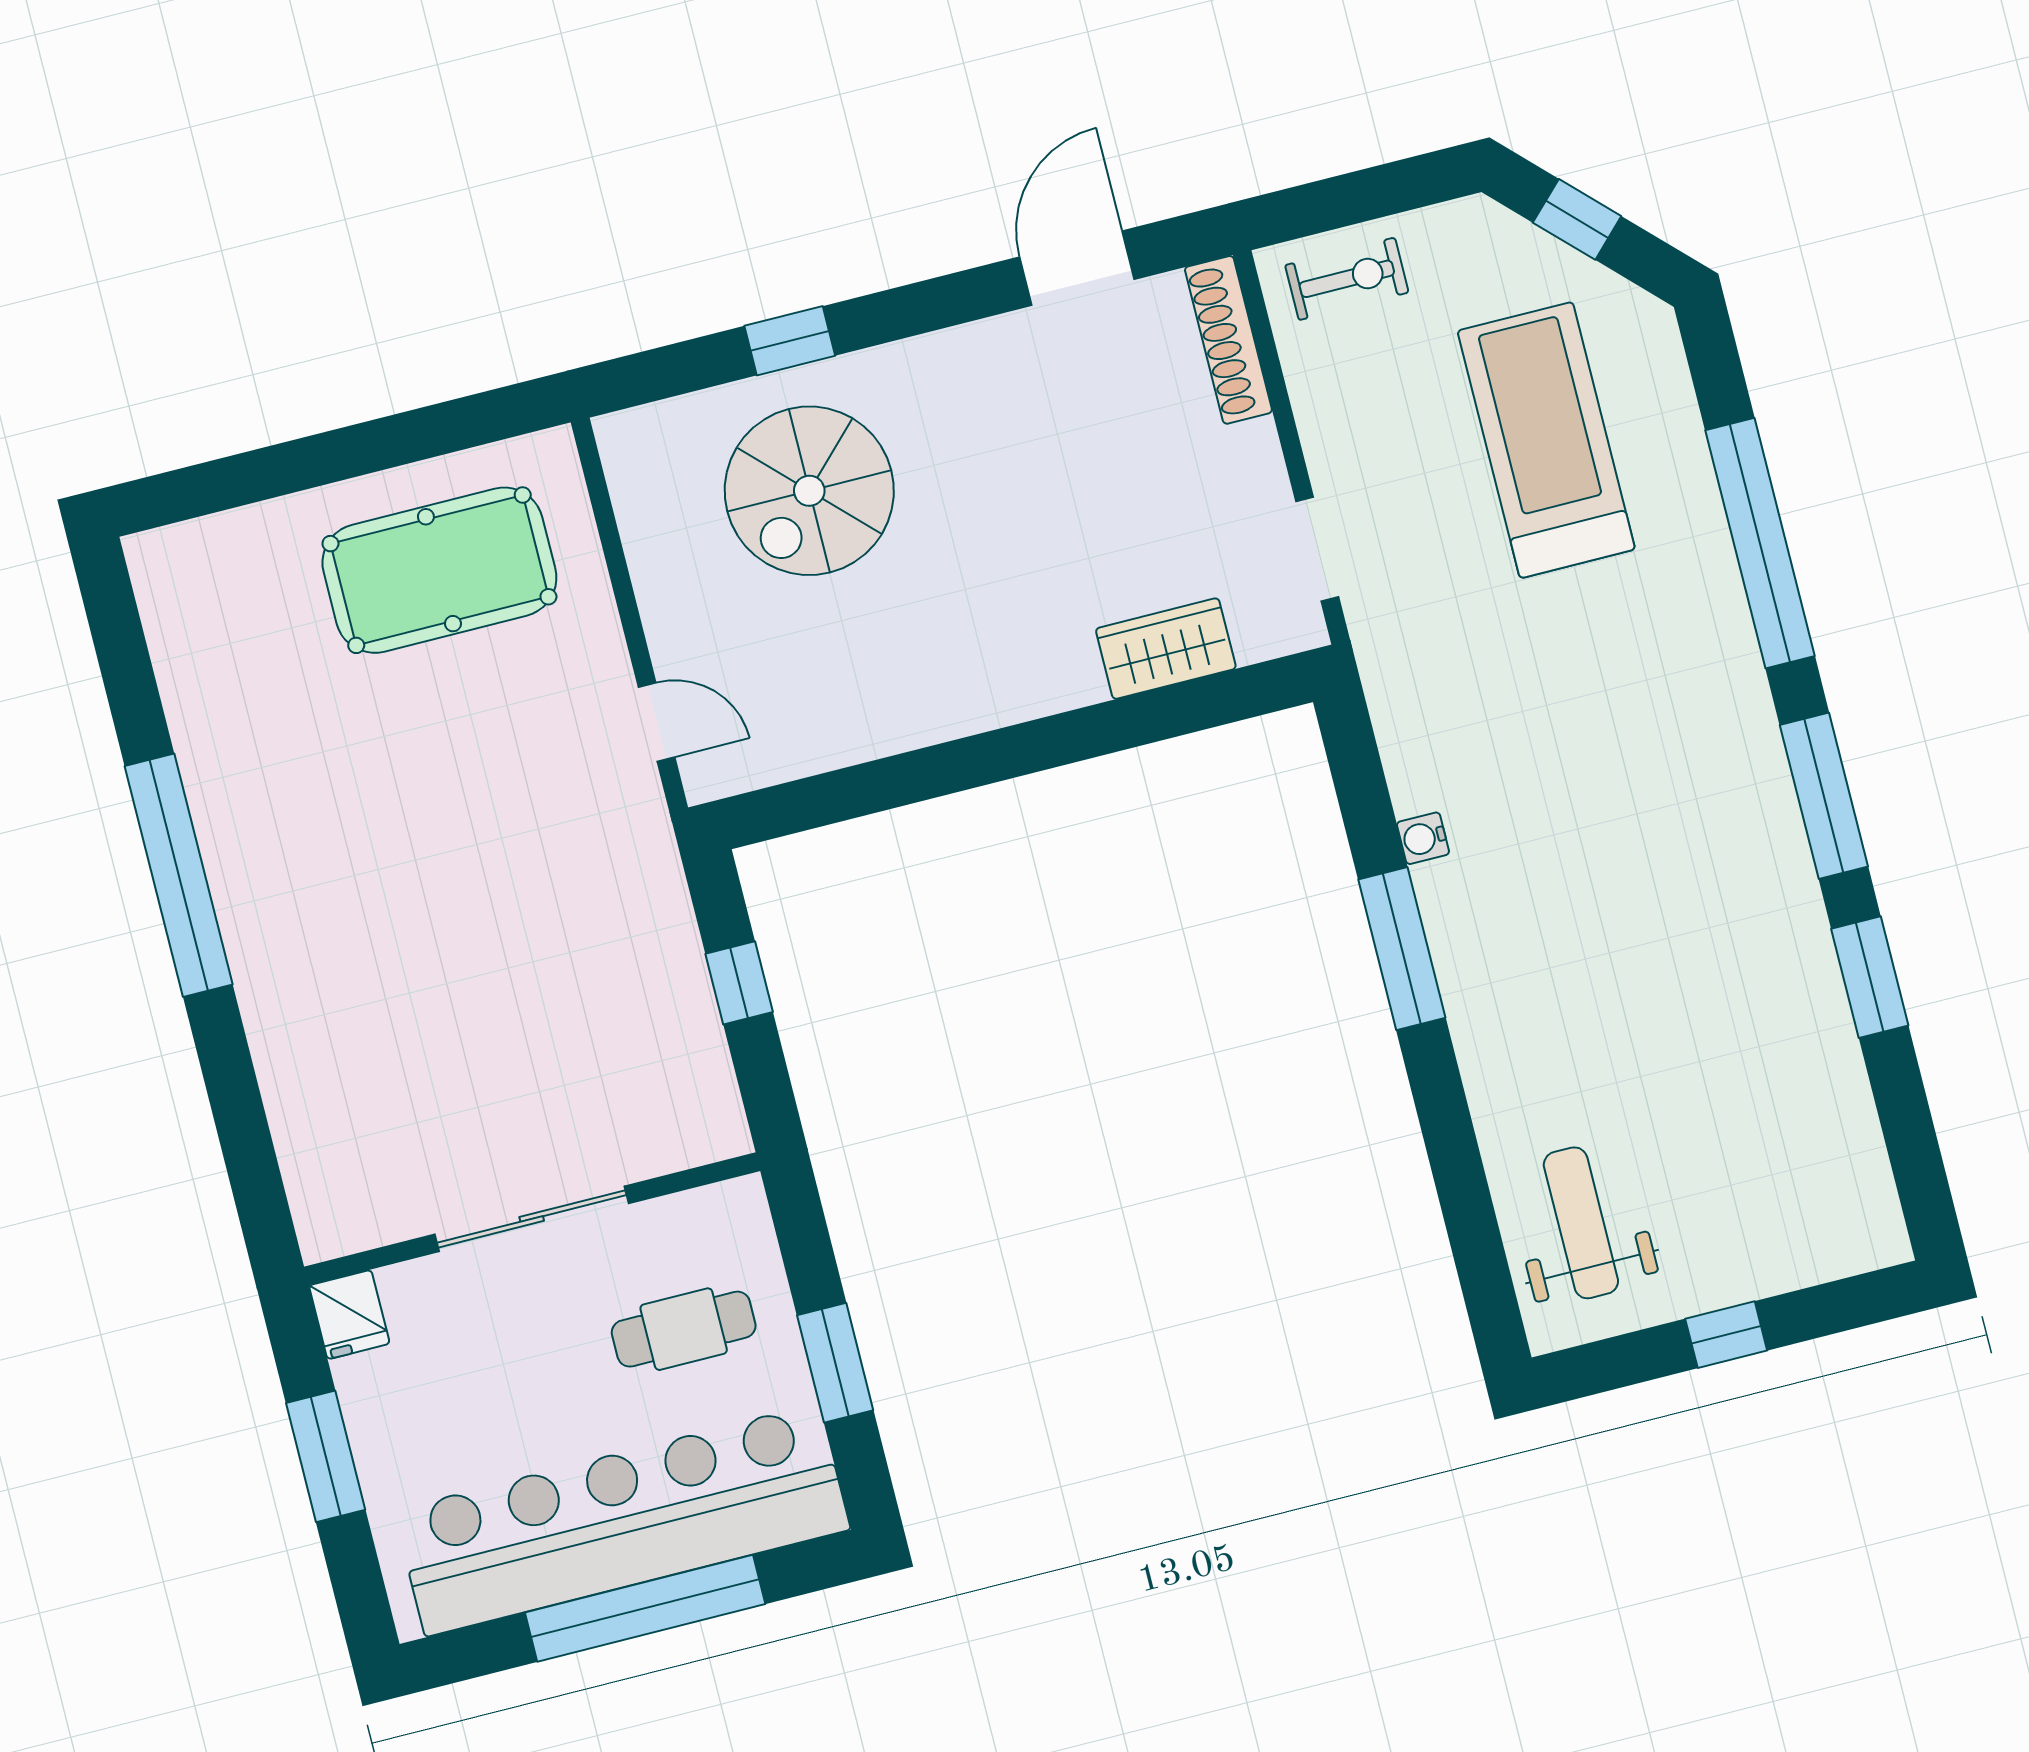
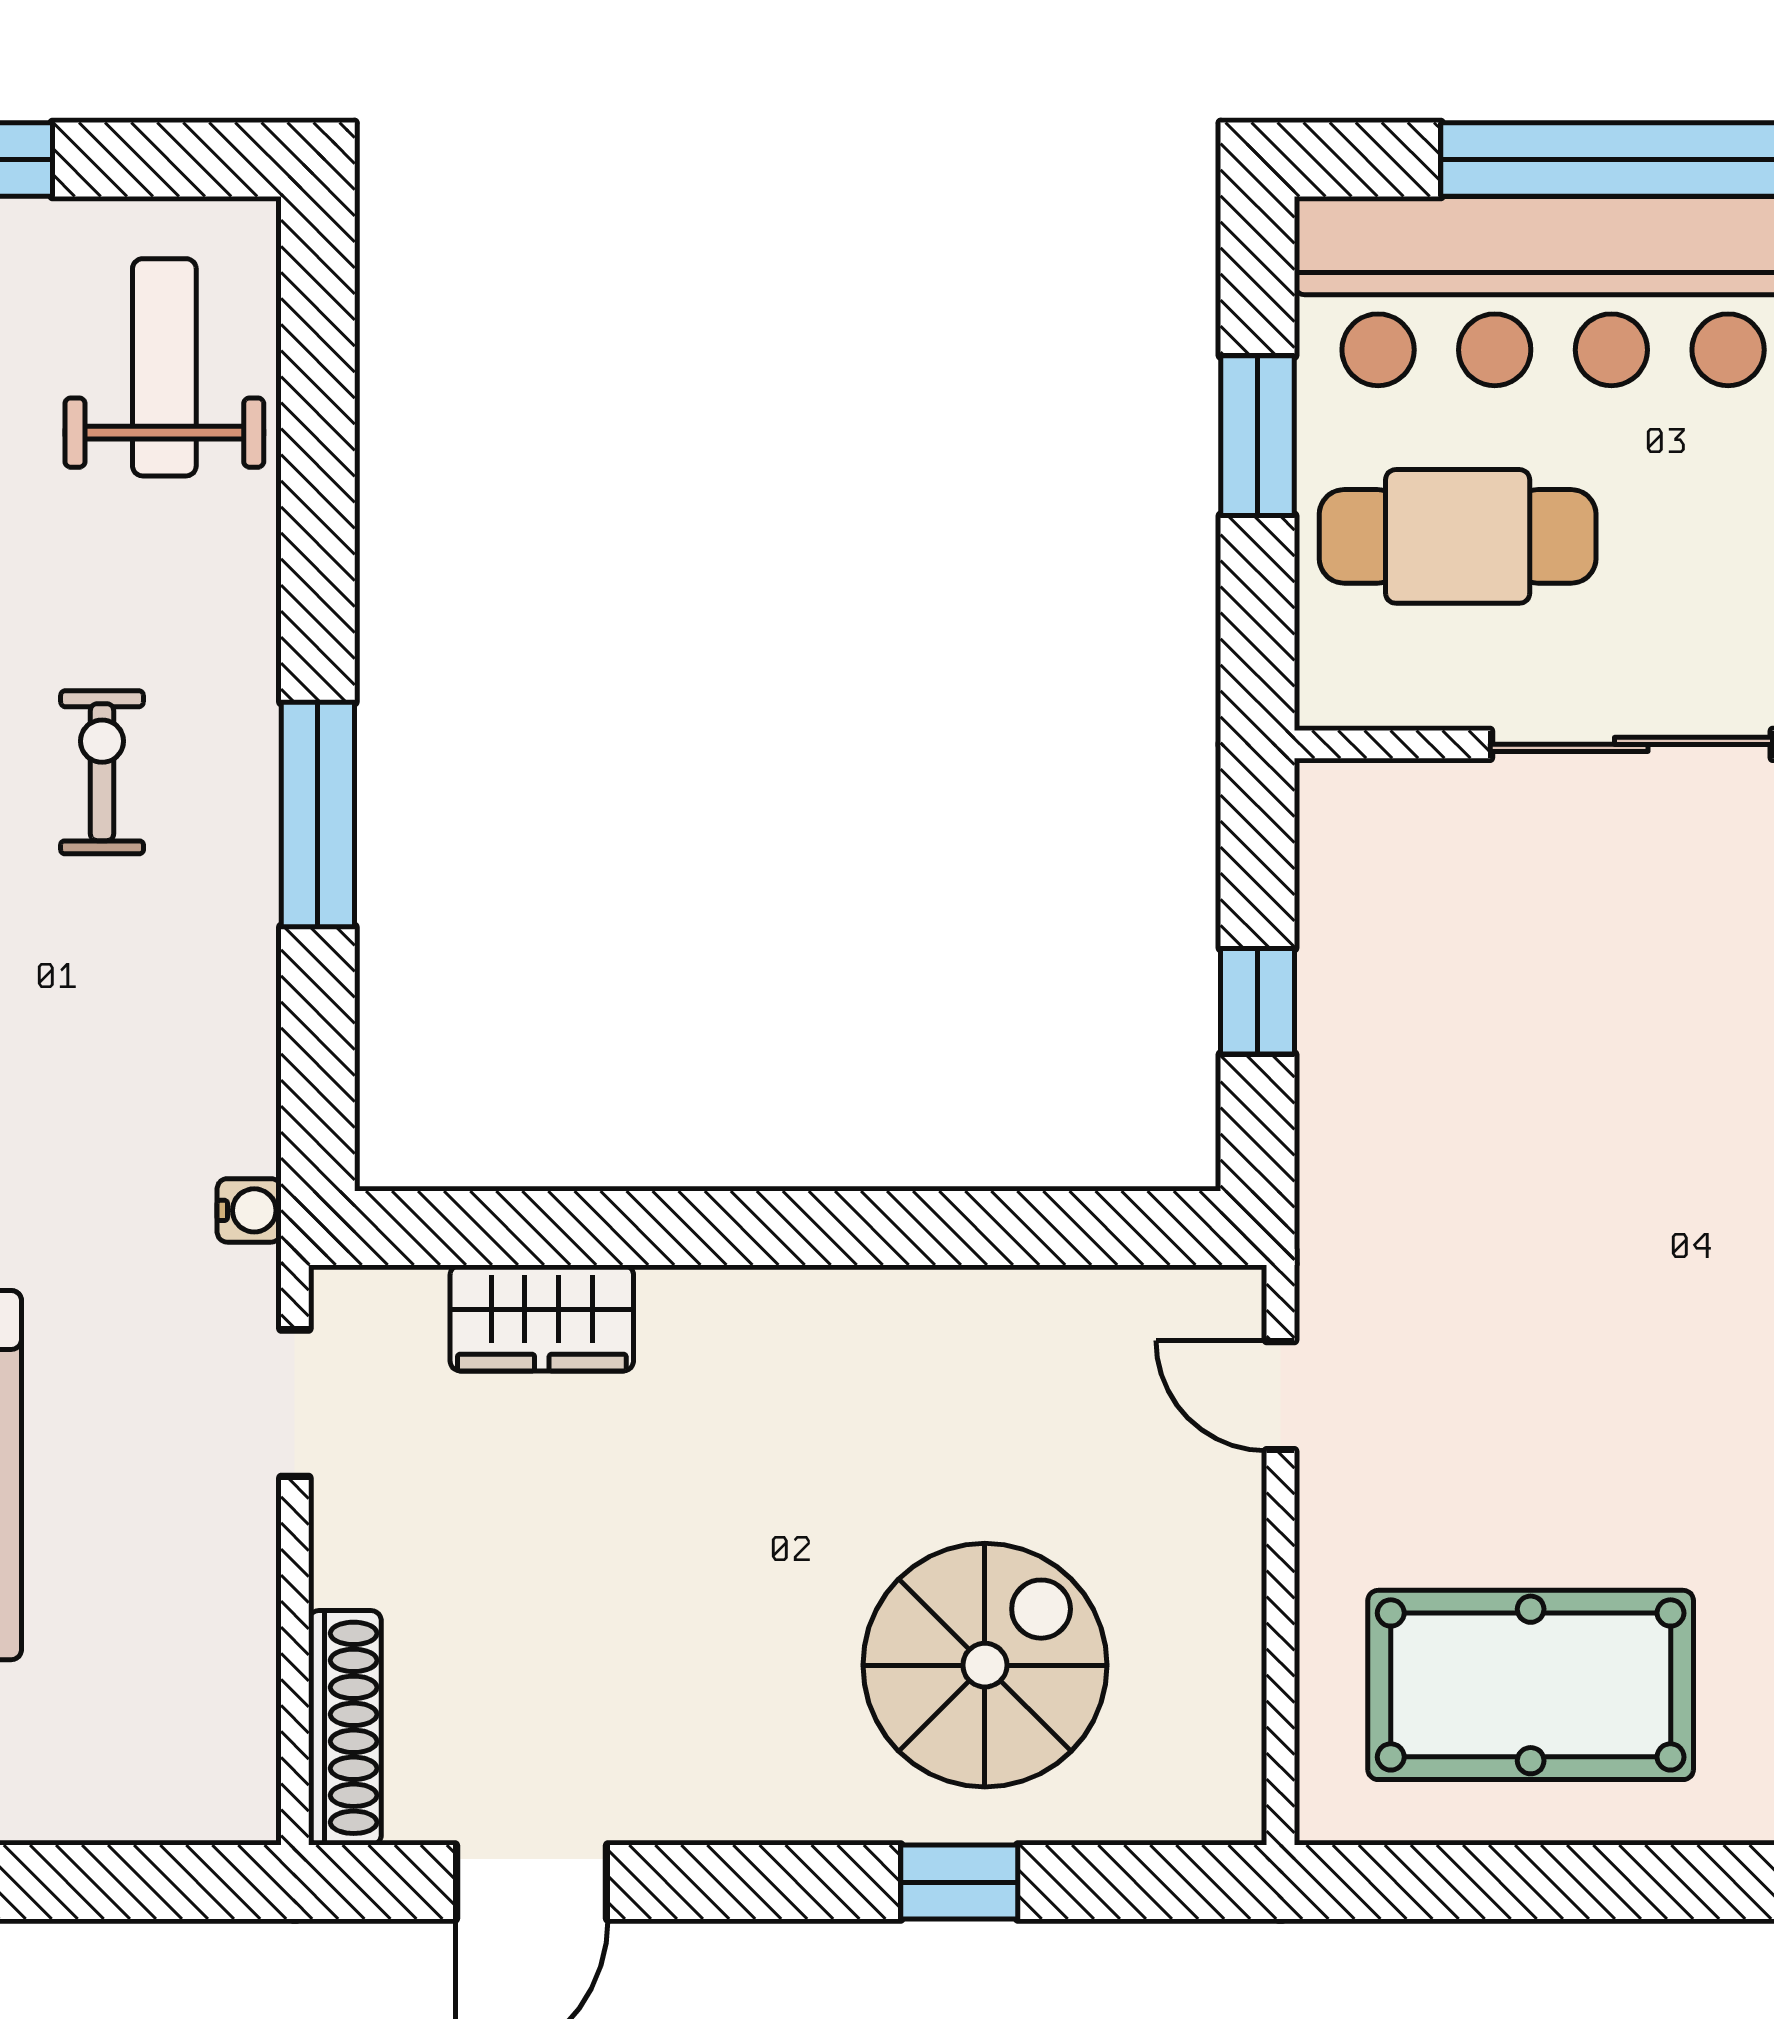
exercise bike: (1347, 279) -> (102, 772), moved, turned 90
water cooler: (1423, 838) -> (249, 1210), moved
weight bench: (1581, 1223) -> (164, 367), turned 180
cafe table: (684, 1329) -> (1458, 536), width x1.37, depth x1.35

